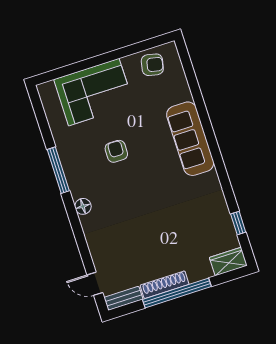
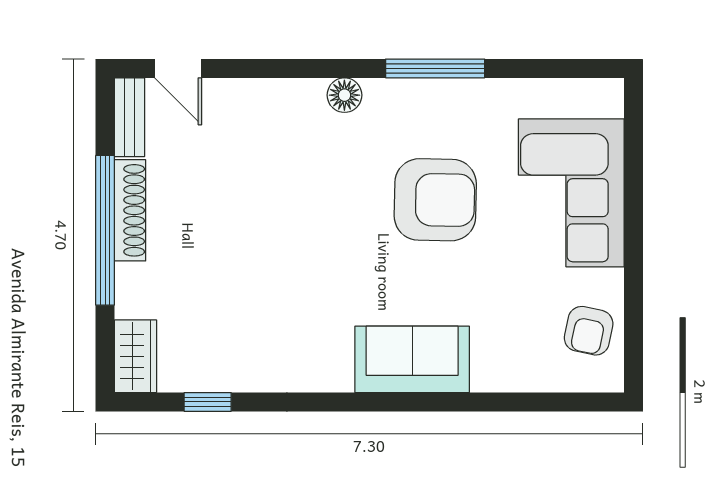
sofa: (190, 139) -> (412, 359), width x0.73
armchair: (116, 151) -> (435, 200), width x1.88, depth x1.88
door: (95, 284) -> (178, 68), swing flipped

